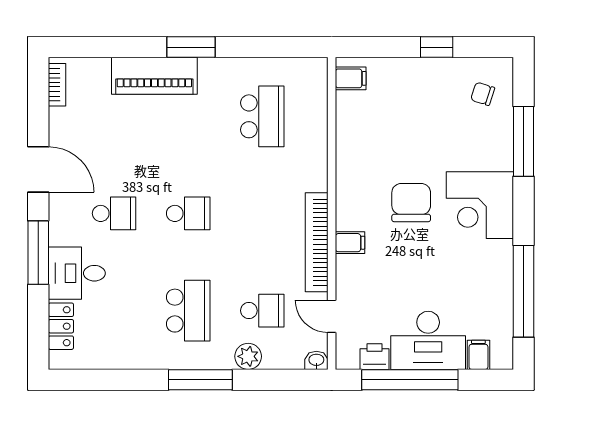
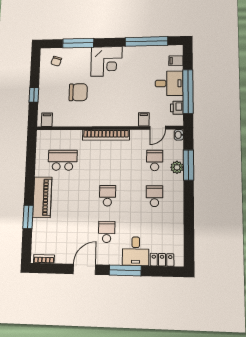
window: (191, 47) -> (28, 217), moved
window: (437, 47) -> (34, 95), moved
piano: (154, 76) -> (42, 197), moved
chair: (411, 203) -> (78, 92), moved, turned 180
bookcase: (317, 242) -> (106, 135), moved
filing cabinet: (350, 243) -> (144, 119), moved
school desk: (188, 311) -> (154, 196), width x0.54
desk: (428, 340) -> (169, 83), width x0.73
window: (200, 380) -> (188, 165), moved

